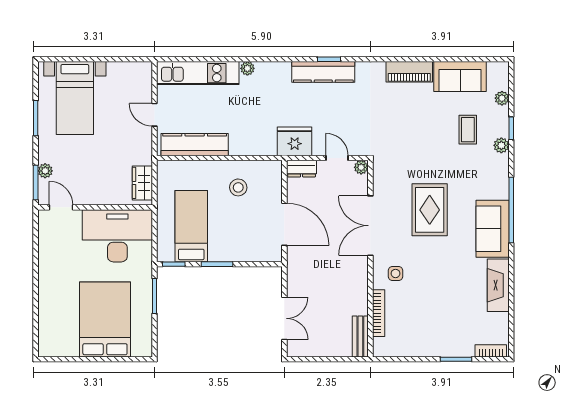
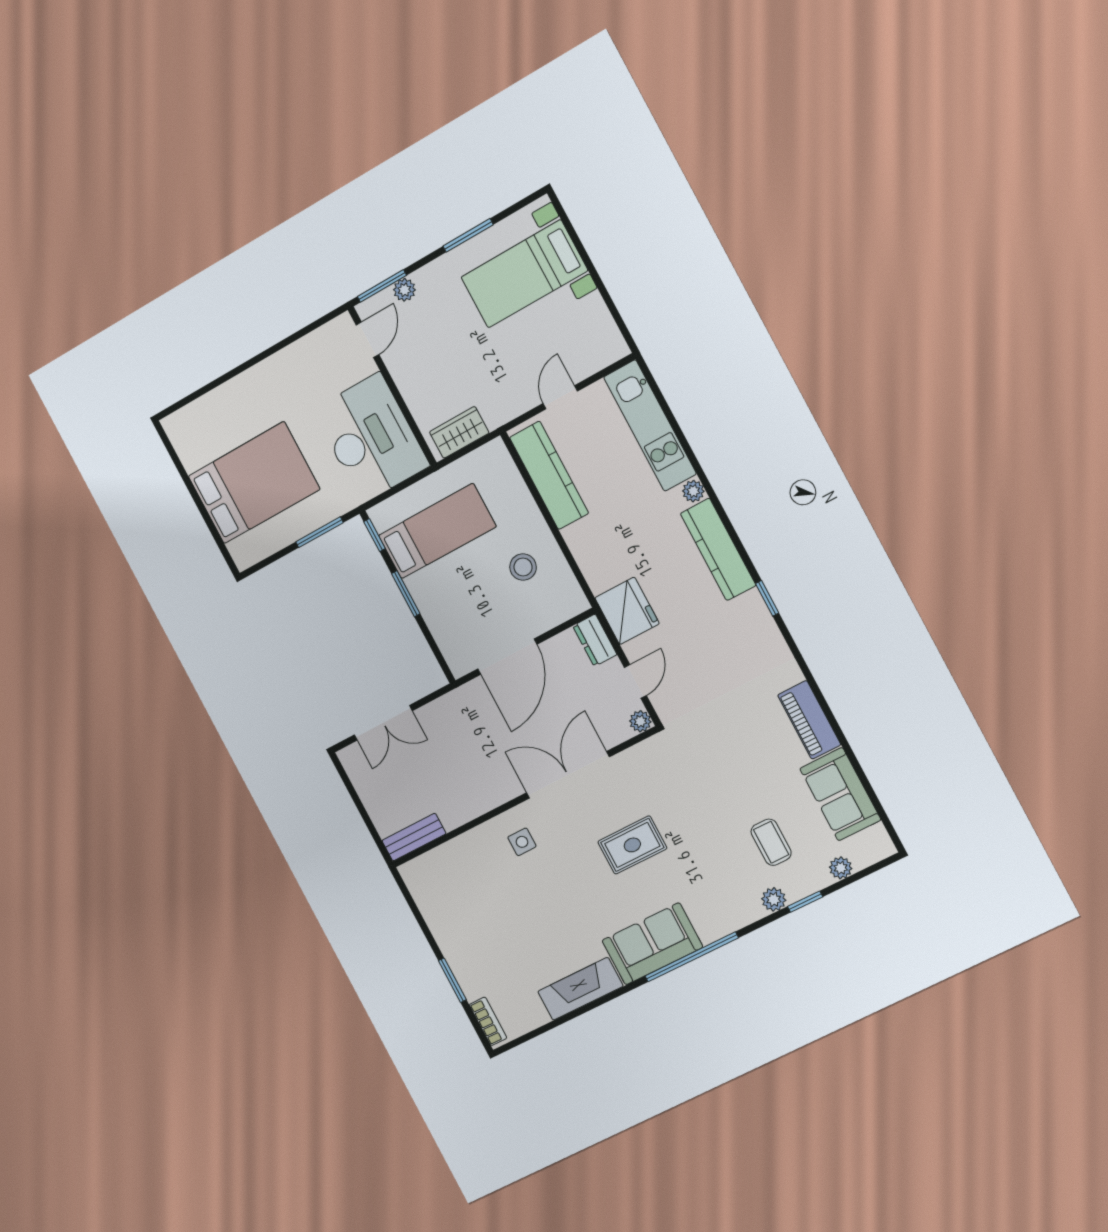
kitchen counter: (323, 72) -> (718, 549), moved
coffee table: (468, 130) -> (771, 842), turned 90
rug: (430, 210) -> (632, 845), width x0.73, depth x0.70
bookcase: (379, 313) -> (458, 846), removed

